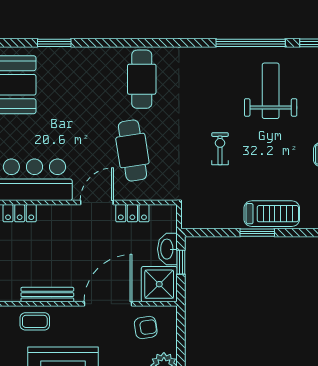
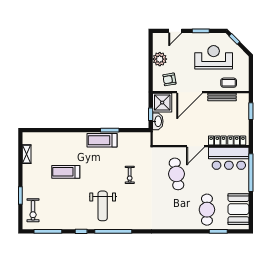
cafe table: (142, 79) -> (207, 210), moved
locker: (132, 213) -> (217, 140), moved

